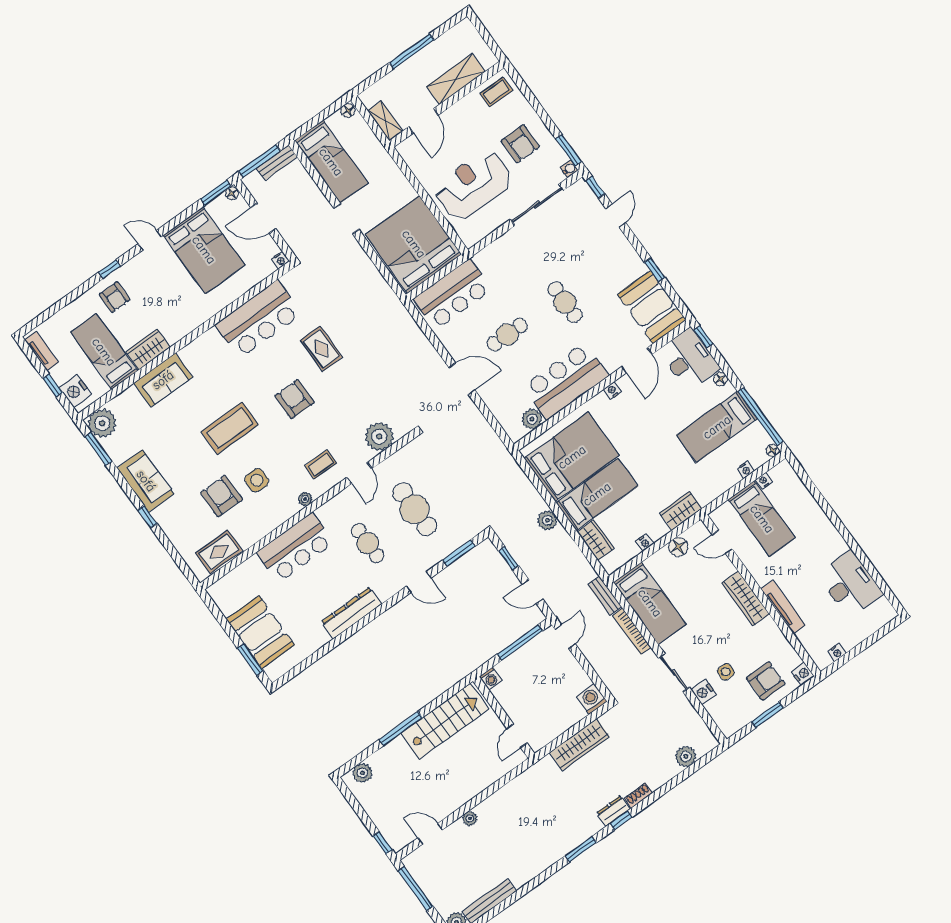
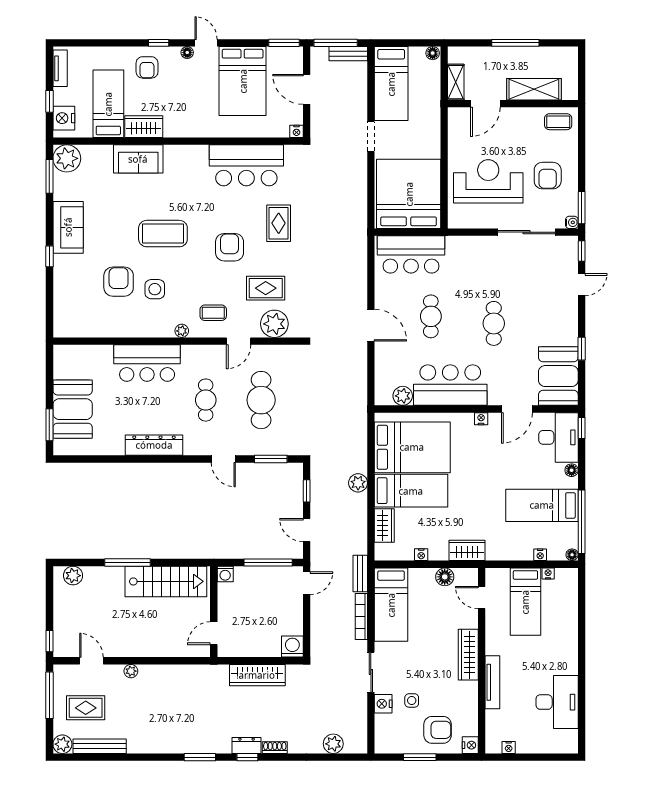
floor lamp: (232, 193) -> (187, 53), moved
cafe table: (507, 335) -> (431, 316), turned 90
rug: (219, 552) -> (266, 288), moved
rug: (454, 877) -> (86, 708), added

